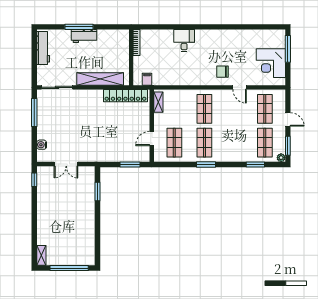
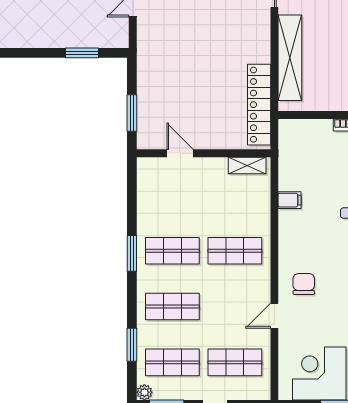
filing cabinet: (147, 79) -> (290, 200), moved
shop shelf: (174, 143) -> (172, 307), moved

